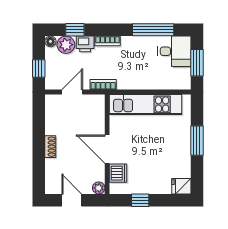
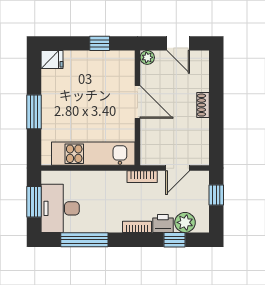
floor lamp: (50, 41) -> (203, 226), removed
desk: (174, 51) -> (60, 208), width x1.37
dishwasher: (118, 173) -> (125, 75), removed

